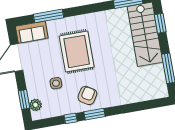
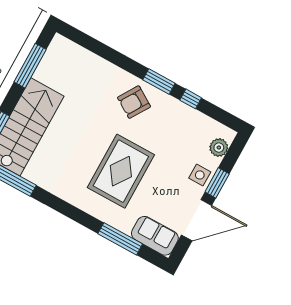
side table: (56, 83) -> (200, 175), moved
armchair: (87, 95) -> (134, 102), moved
window: (24, 99) -> (217, 183), moved

